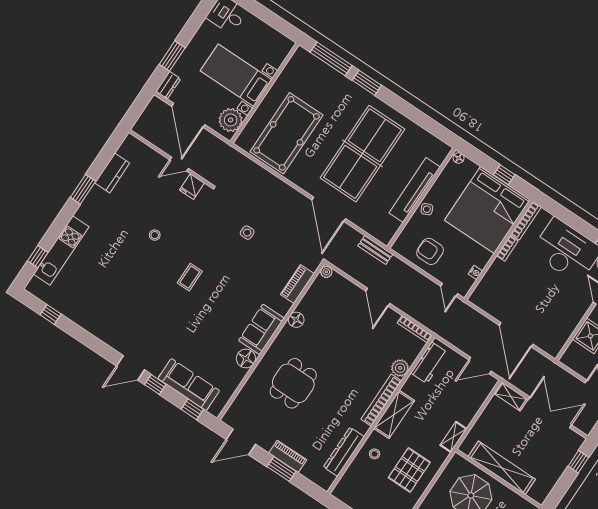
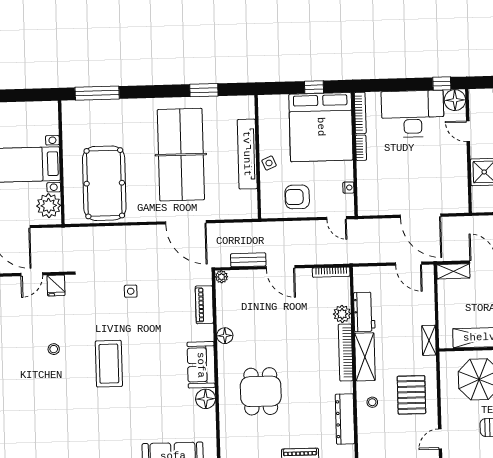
window: (367, 83) -> (204, 90), moved
floor lamp: (459, 158) -> (265, 100), removed
bench: (375, 250) -> (248, 260), moved
coffee table: (190, 277) -> (109, 364), width x1.86, depth x1.72
workbench: (429, 363) -> (364, 312), moved
door: (480, 366) -> (409, 264), hinge flipped

